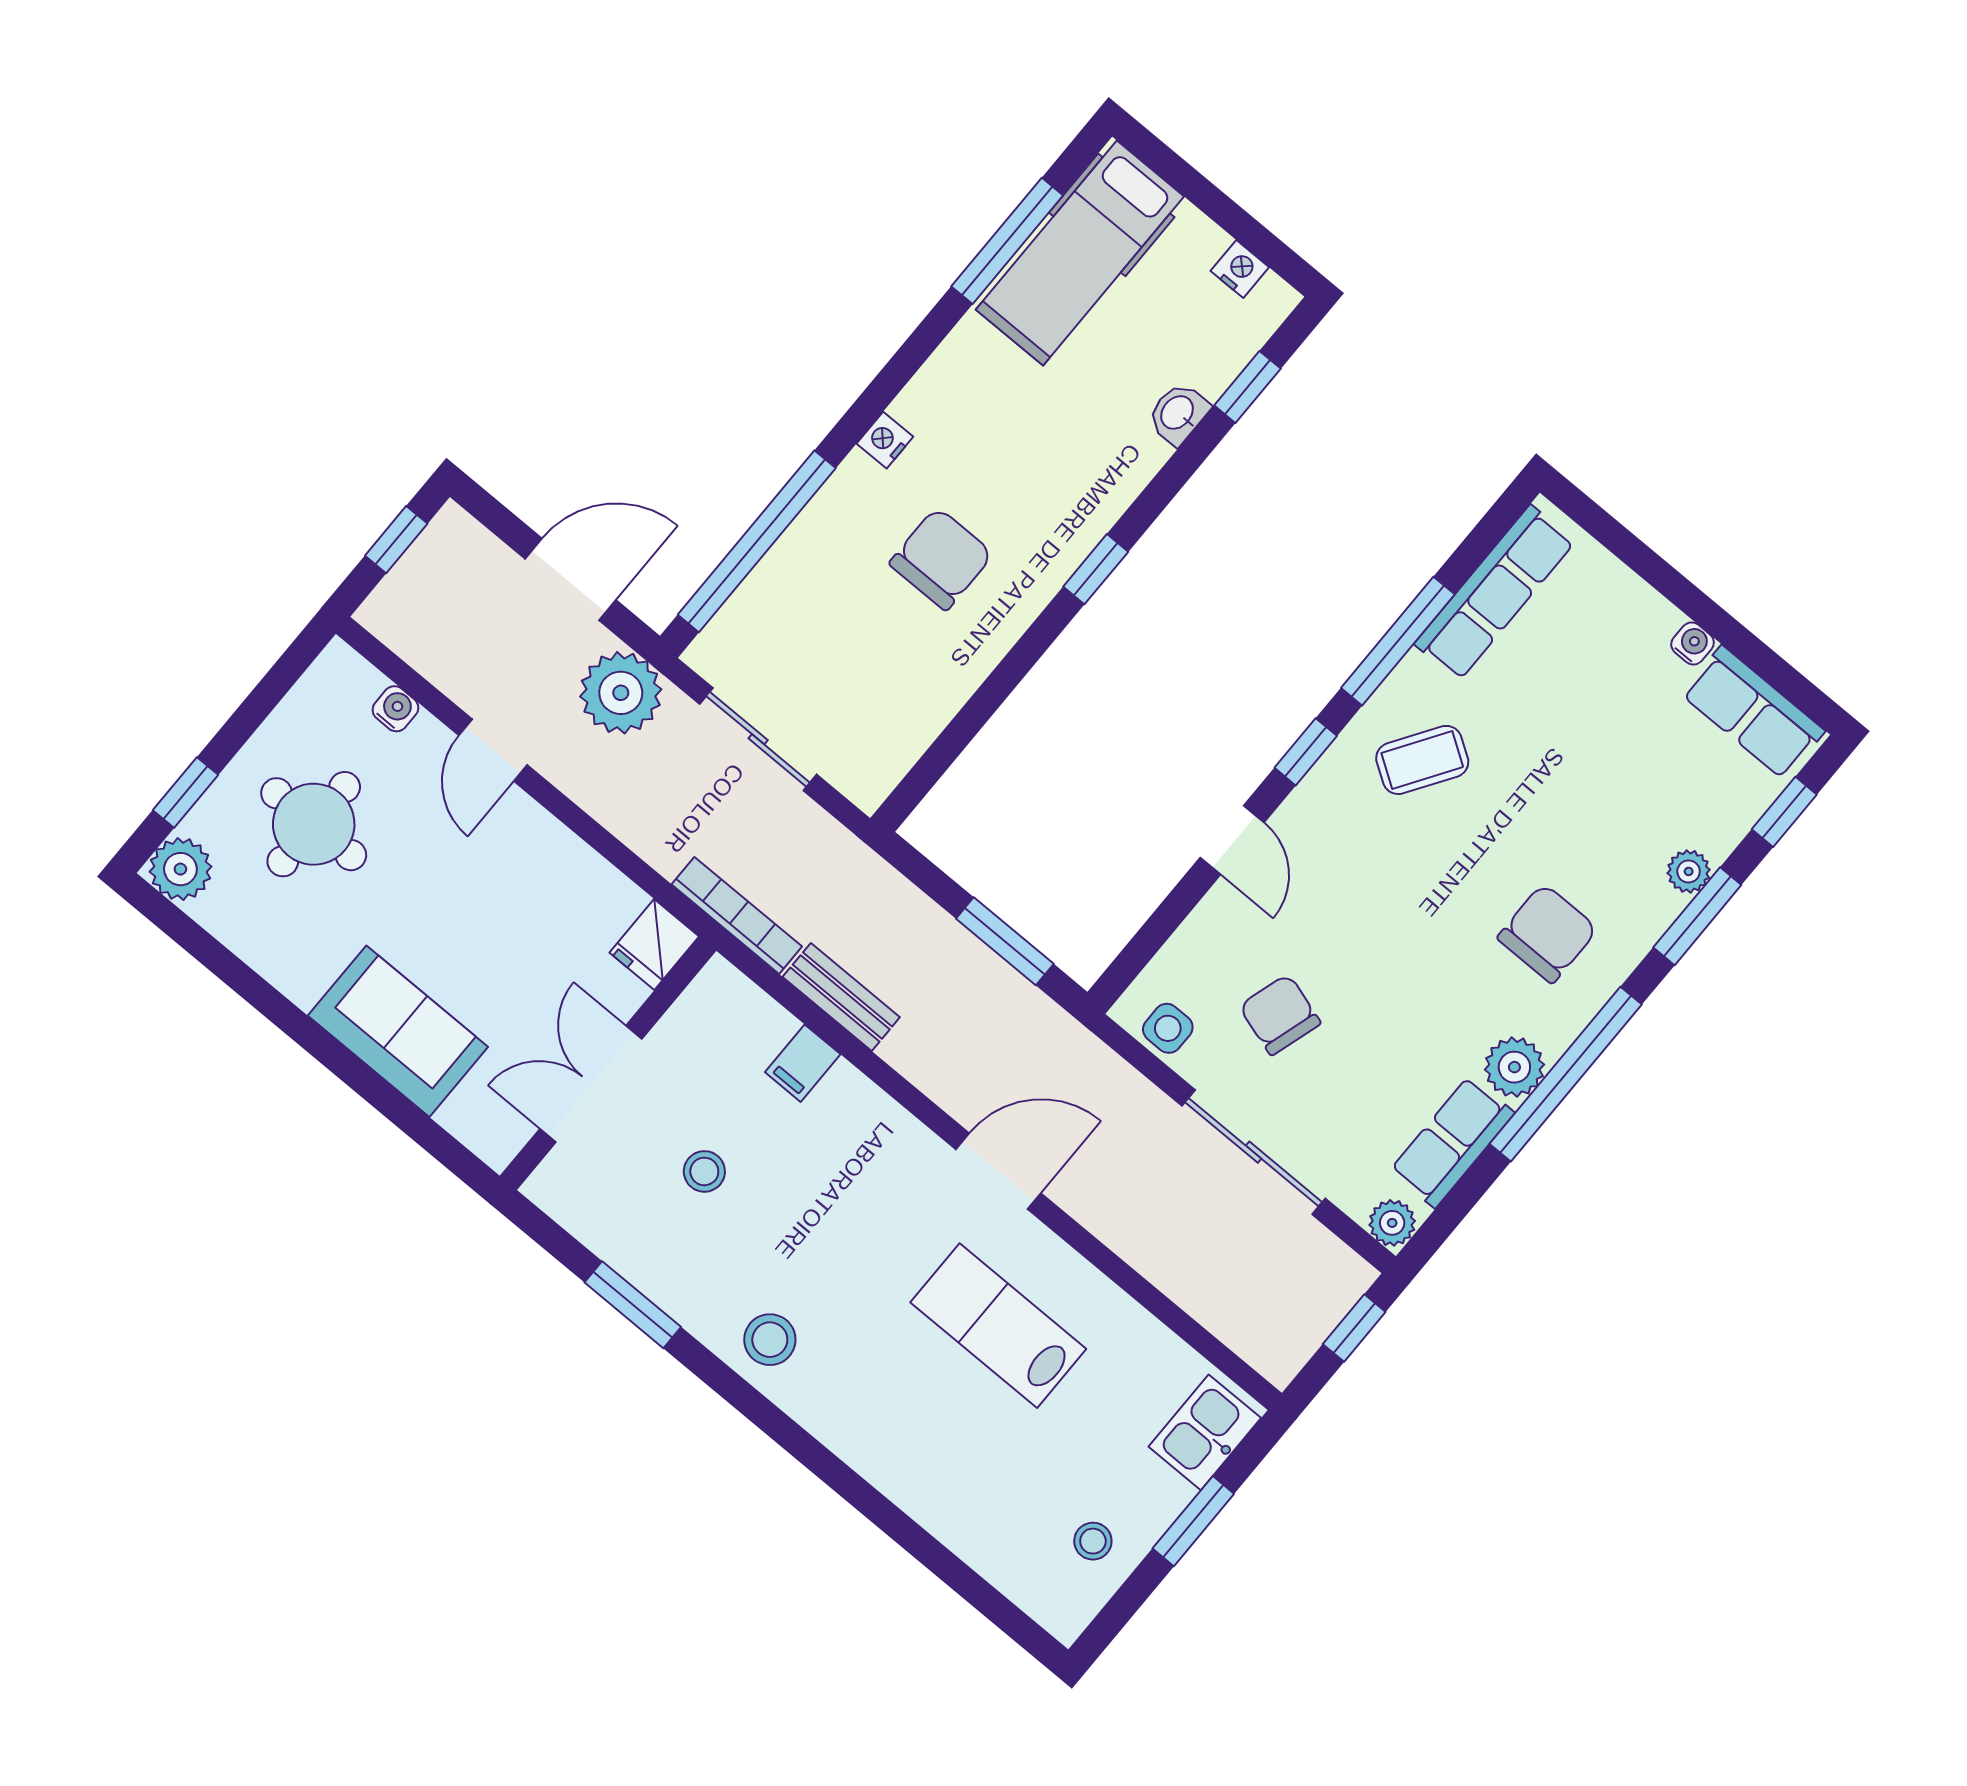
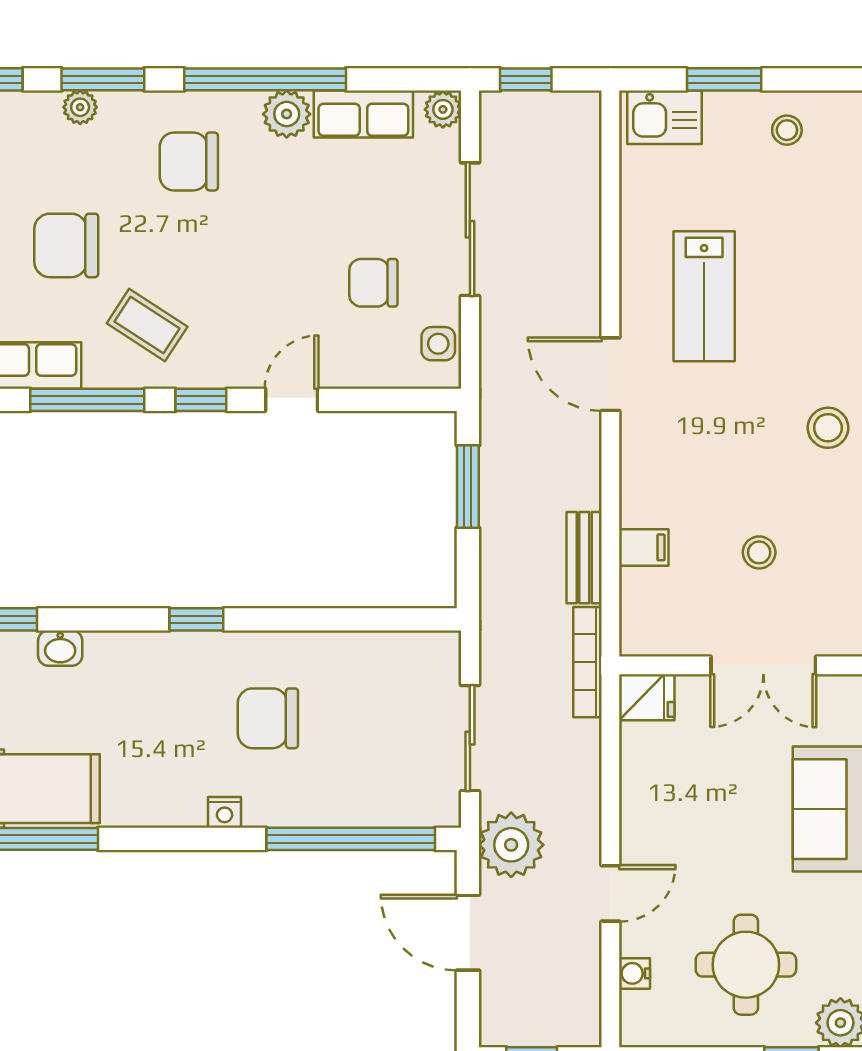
chair: (1565, 746) -> (66, 245), added
chair: (1280, 1015) -> (373, 283), turned 73

